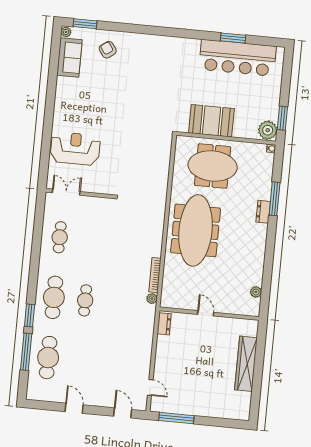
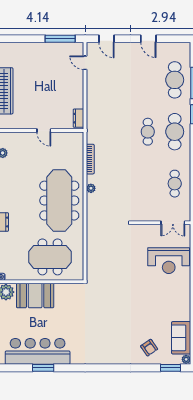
booth: (211, 121) -> (35, 295), moved
plant: (152, 299) -> (91, 188), moved

